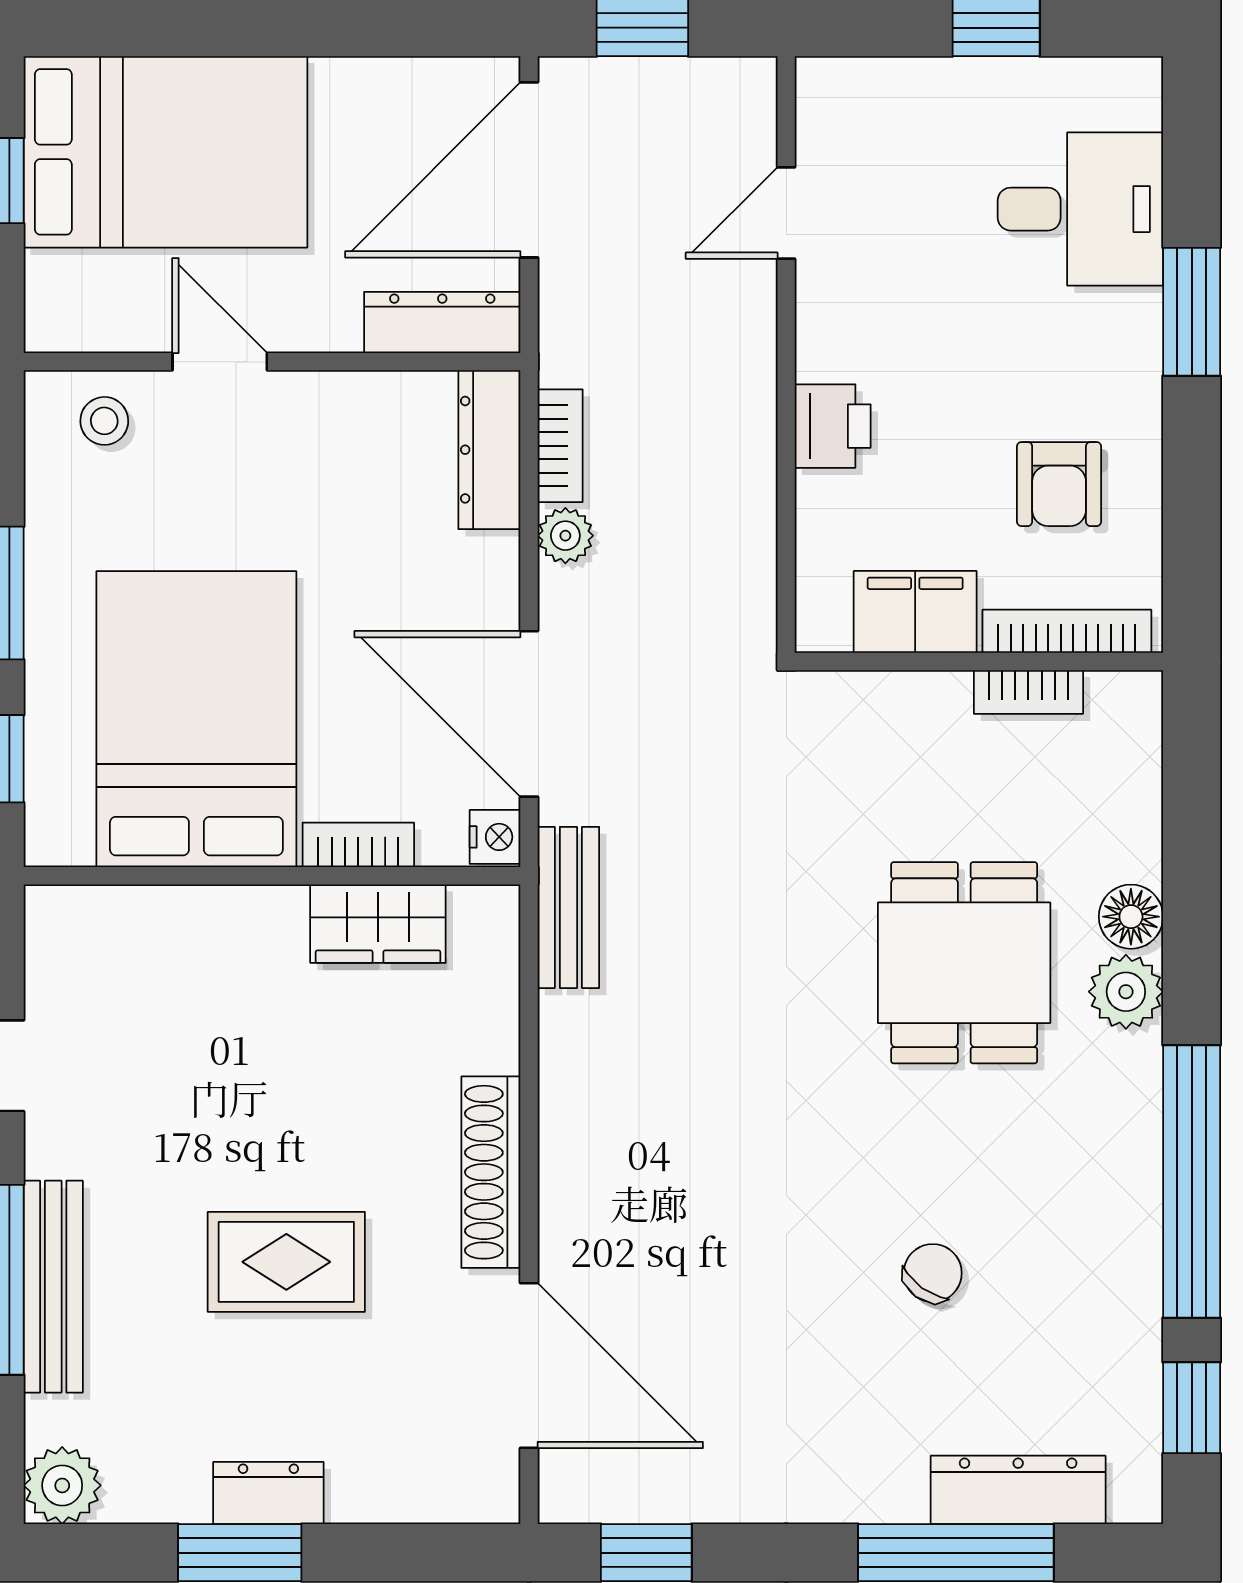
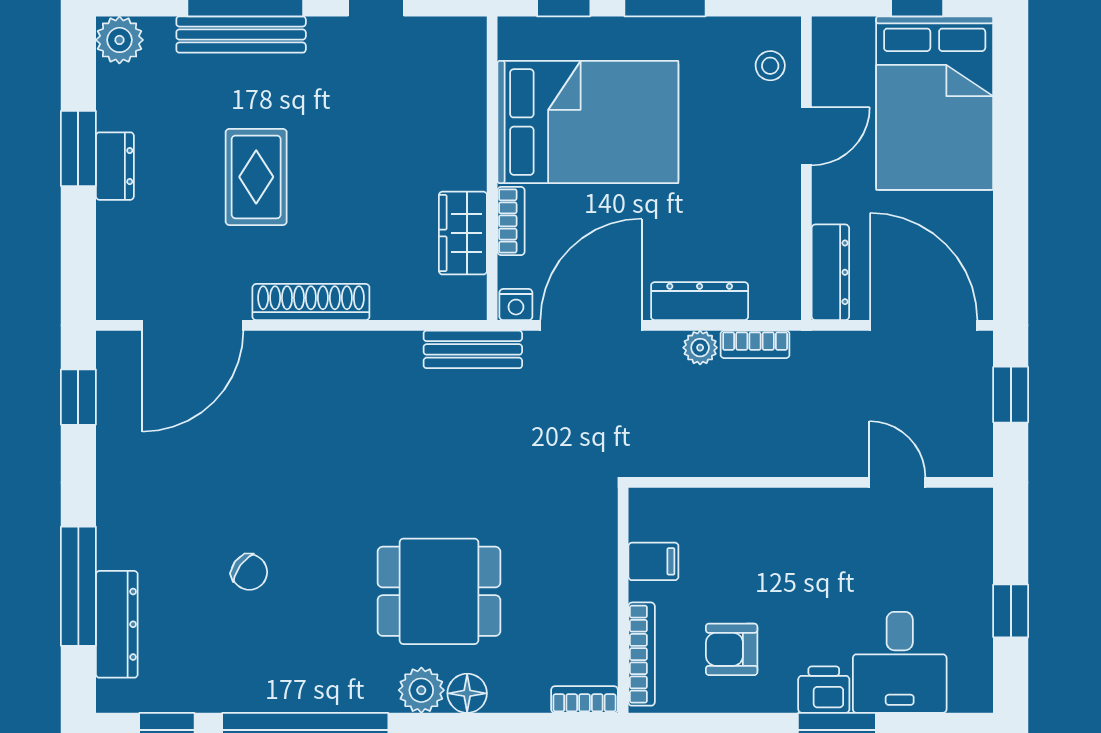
printer: (833, 426) -> (824, 690), moved, turned 180
dresser: (489, 450) -> (700, 301), moved
filing cabinet: (915, 612) -> (653, 561), width x0.50
bookcase: (1028, 692) -> (584, 700), moved, turned 90

